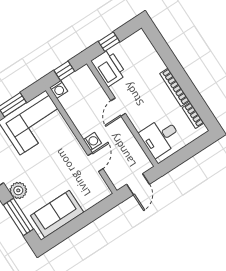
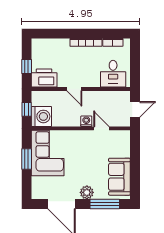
washing machine: (59, 89) -> (41, 116), width x1.89, depth x1.89
door: (138, 184) -> (135, 109), hinge flipped

